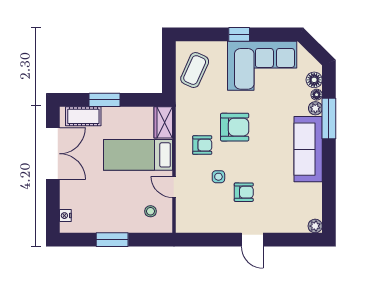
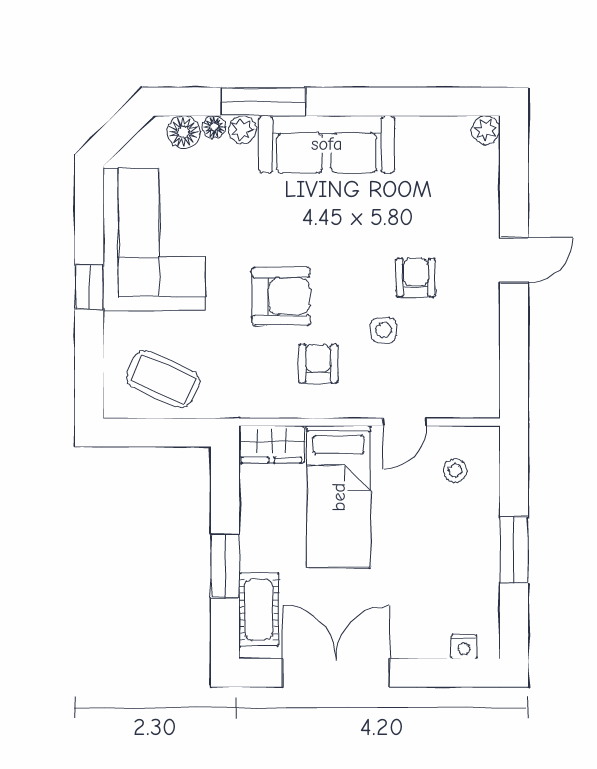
armchair: (235, 127) -> (281, 296), turned 90

